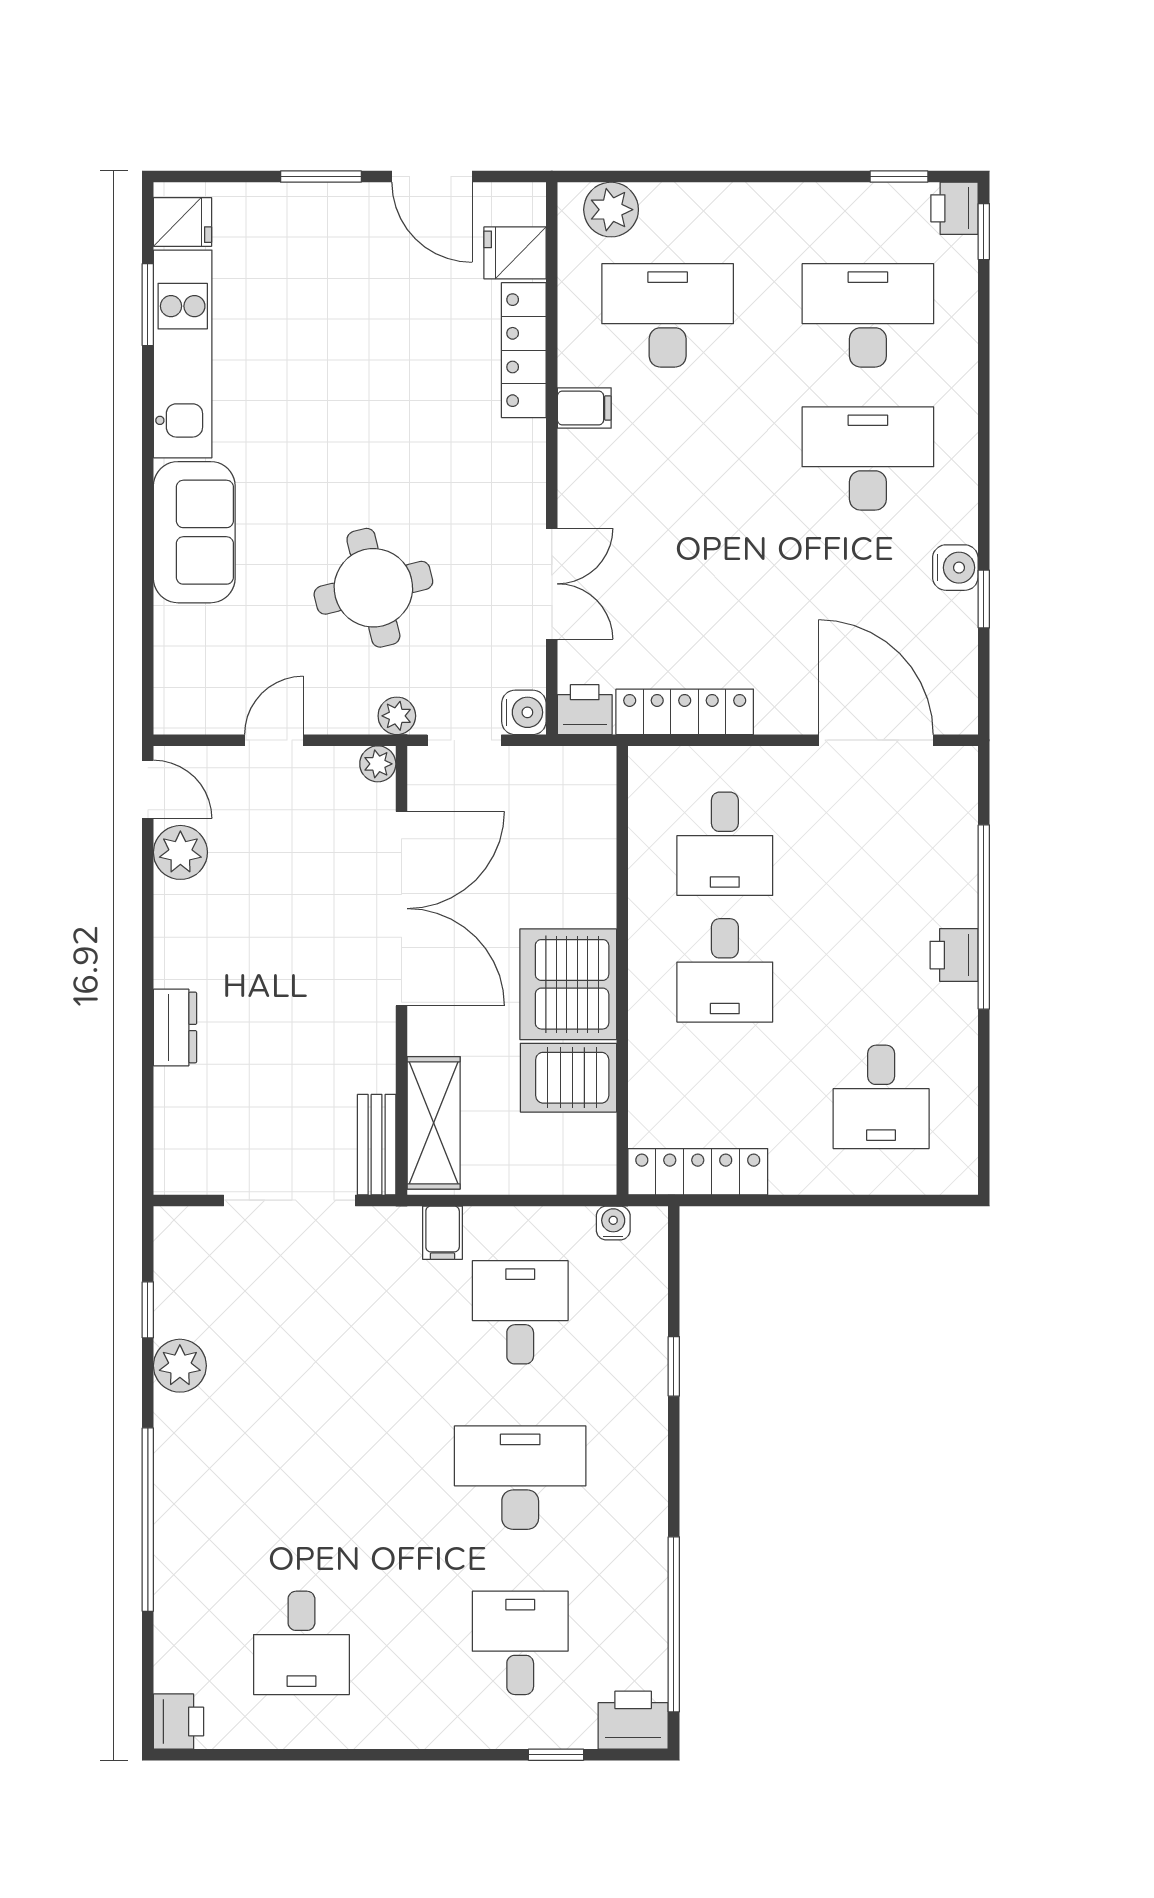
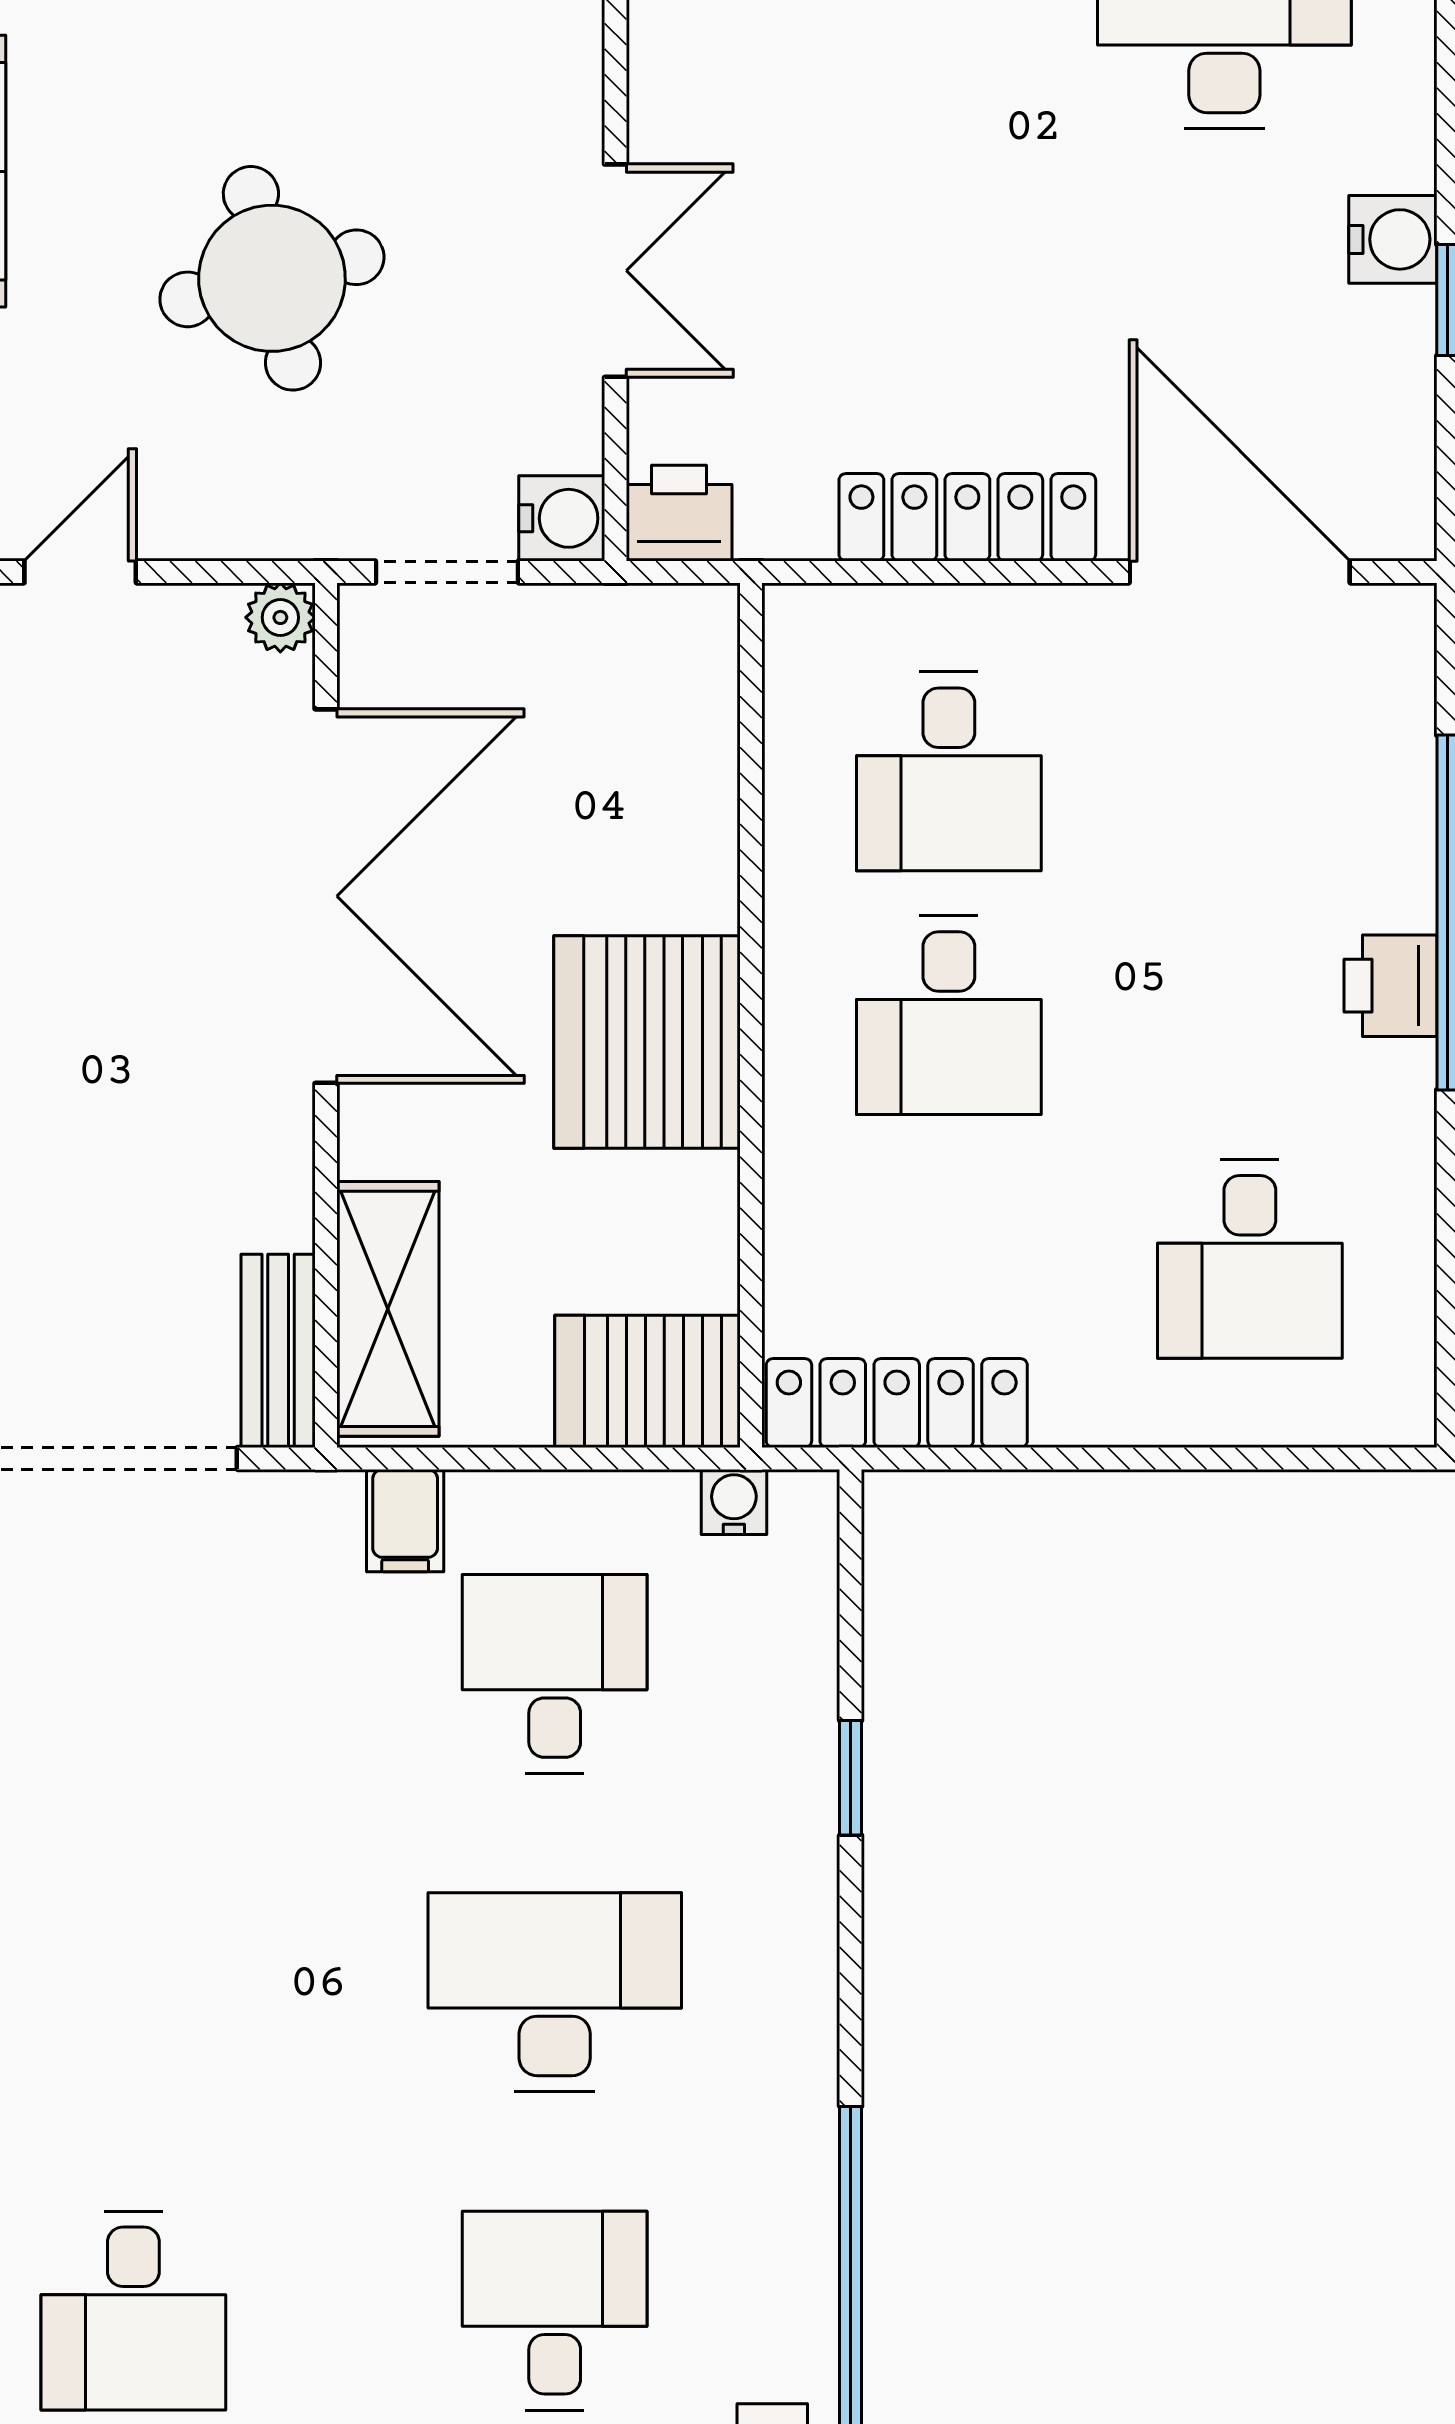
locker: (685, 712) -> (967, 517), moved
plant: (397, 716) -> (317, 525), removed
server rack: (568, 1078) -> (648, 1381), moved

